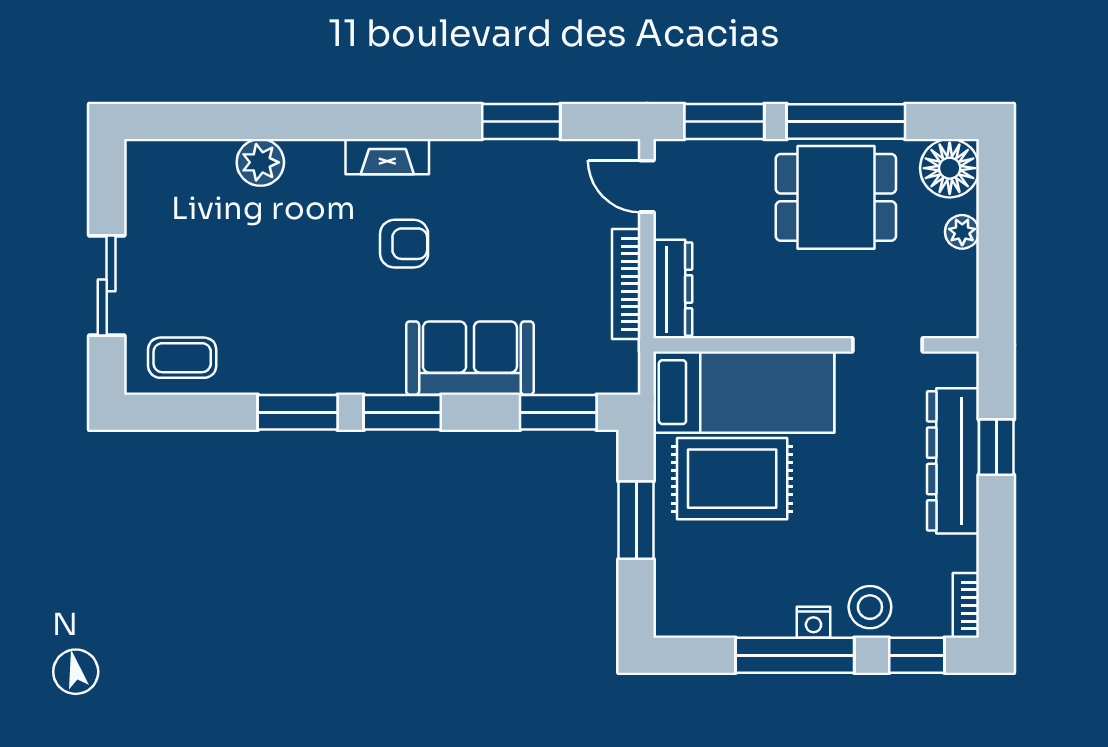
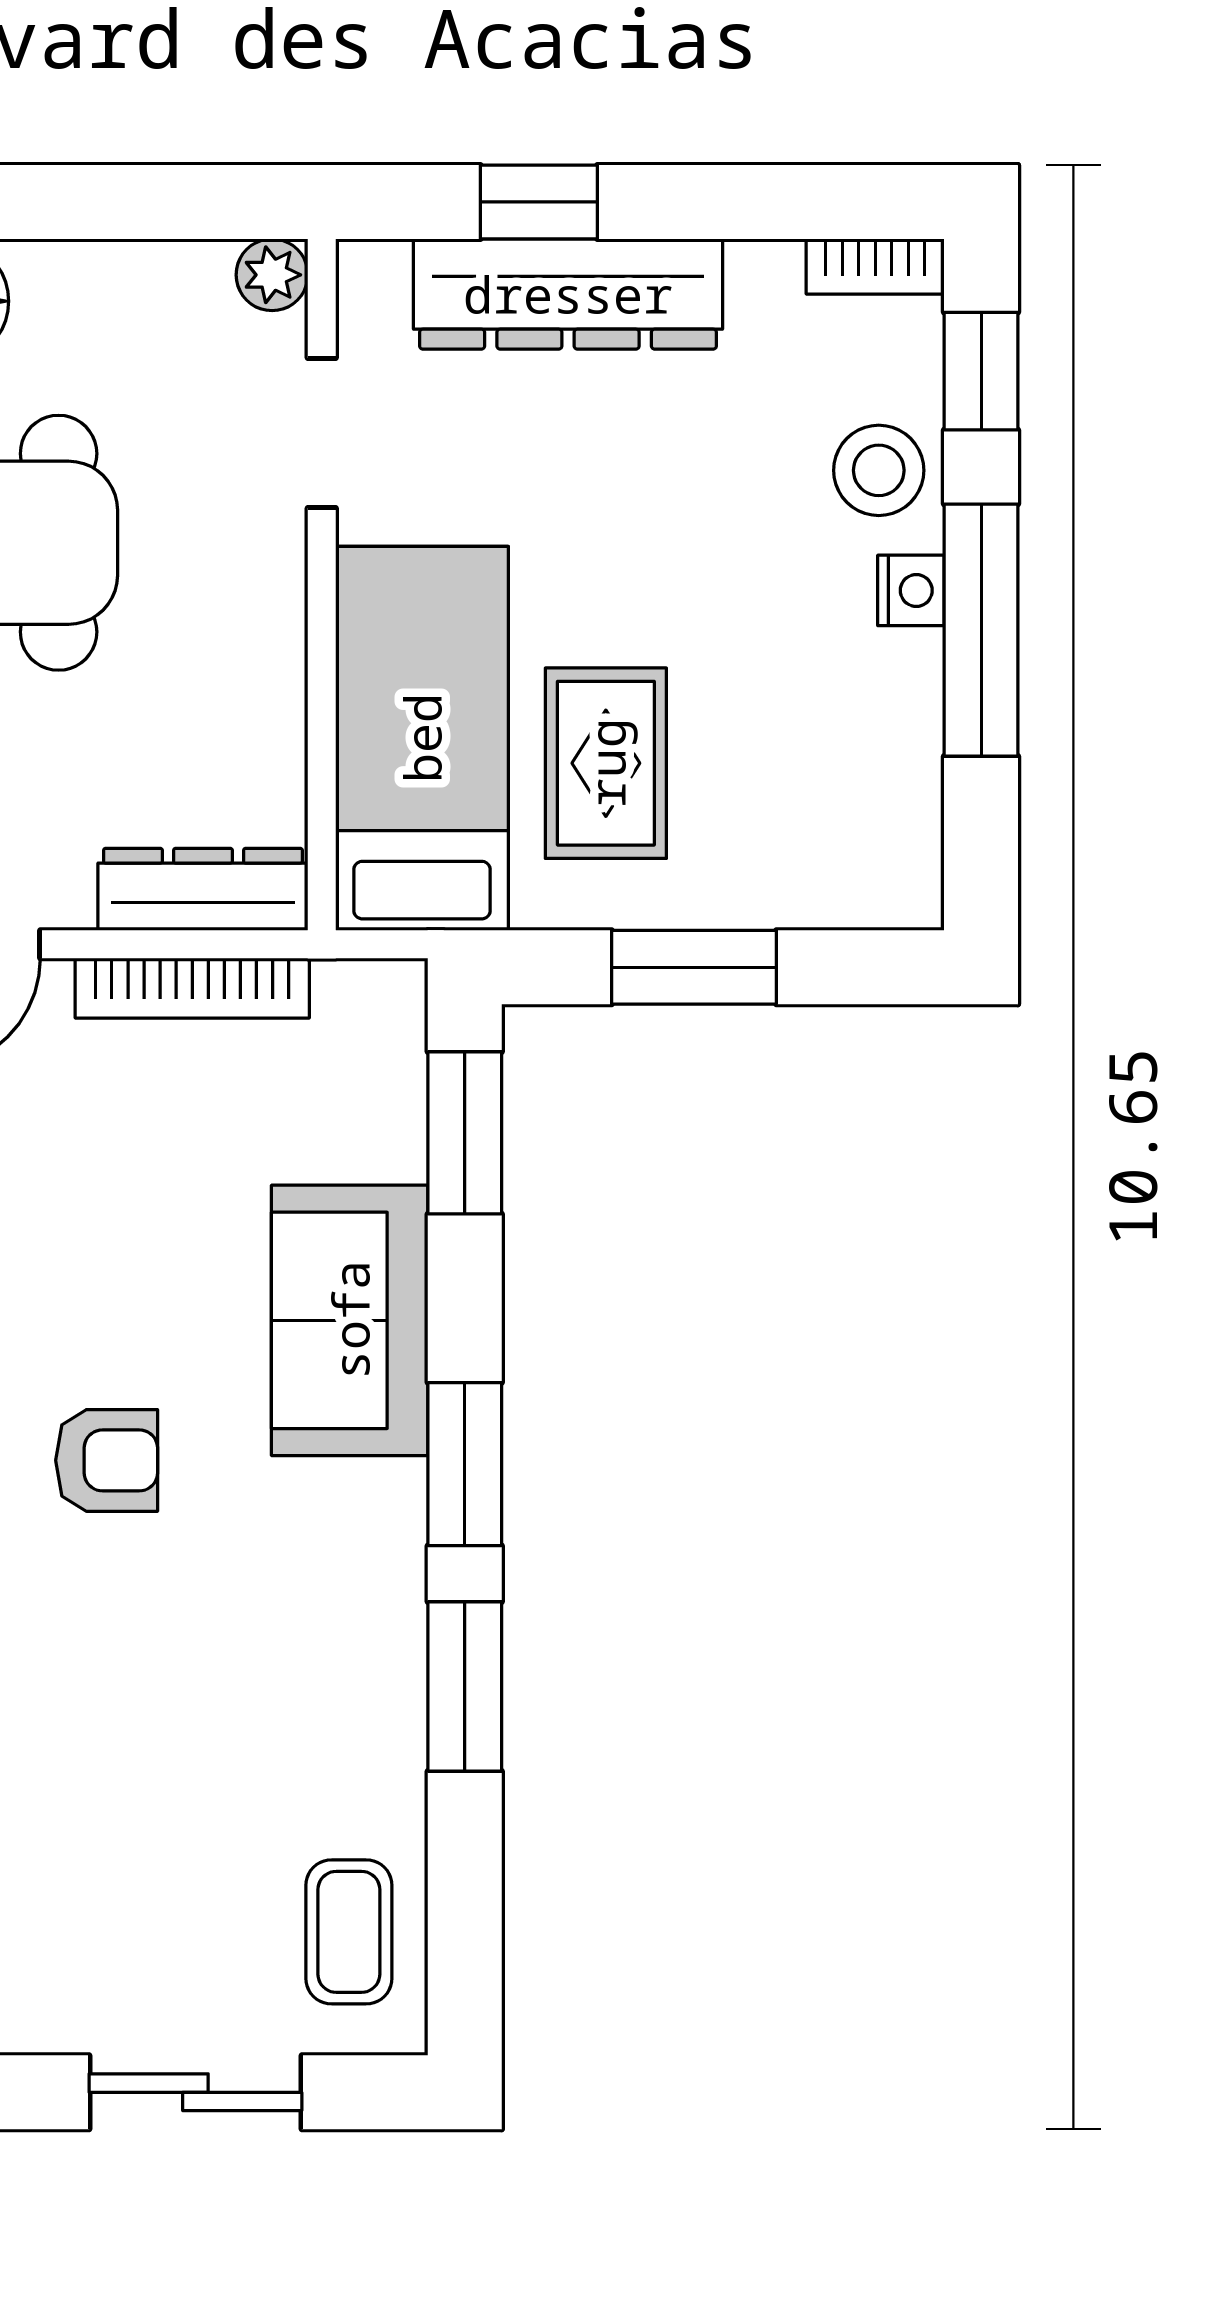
plant: (962, 232) -> (272, 275), moved
armchair: (404, 244) -> (107, 1460), turned 90
rug: (732, 479) -> (606, 763), width x0.73, depth x0.70

